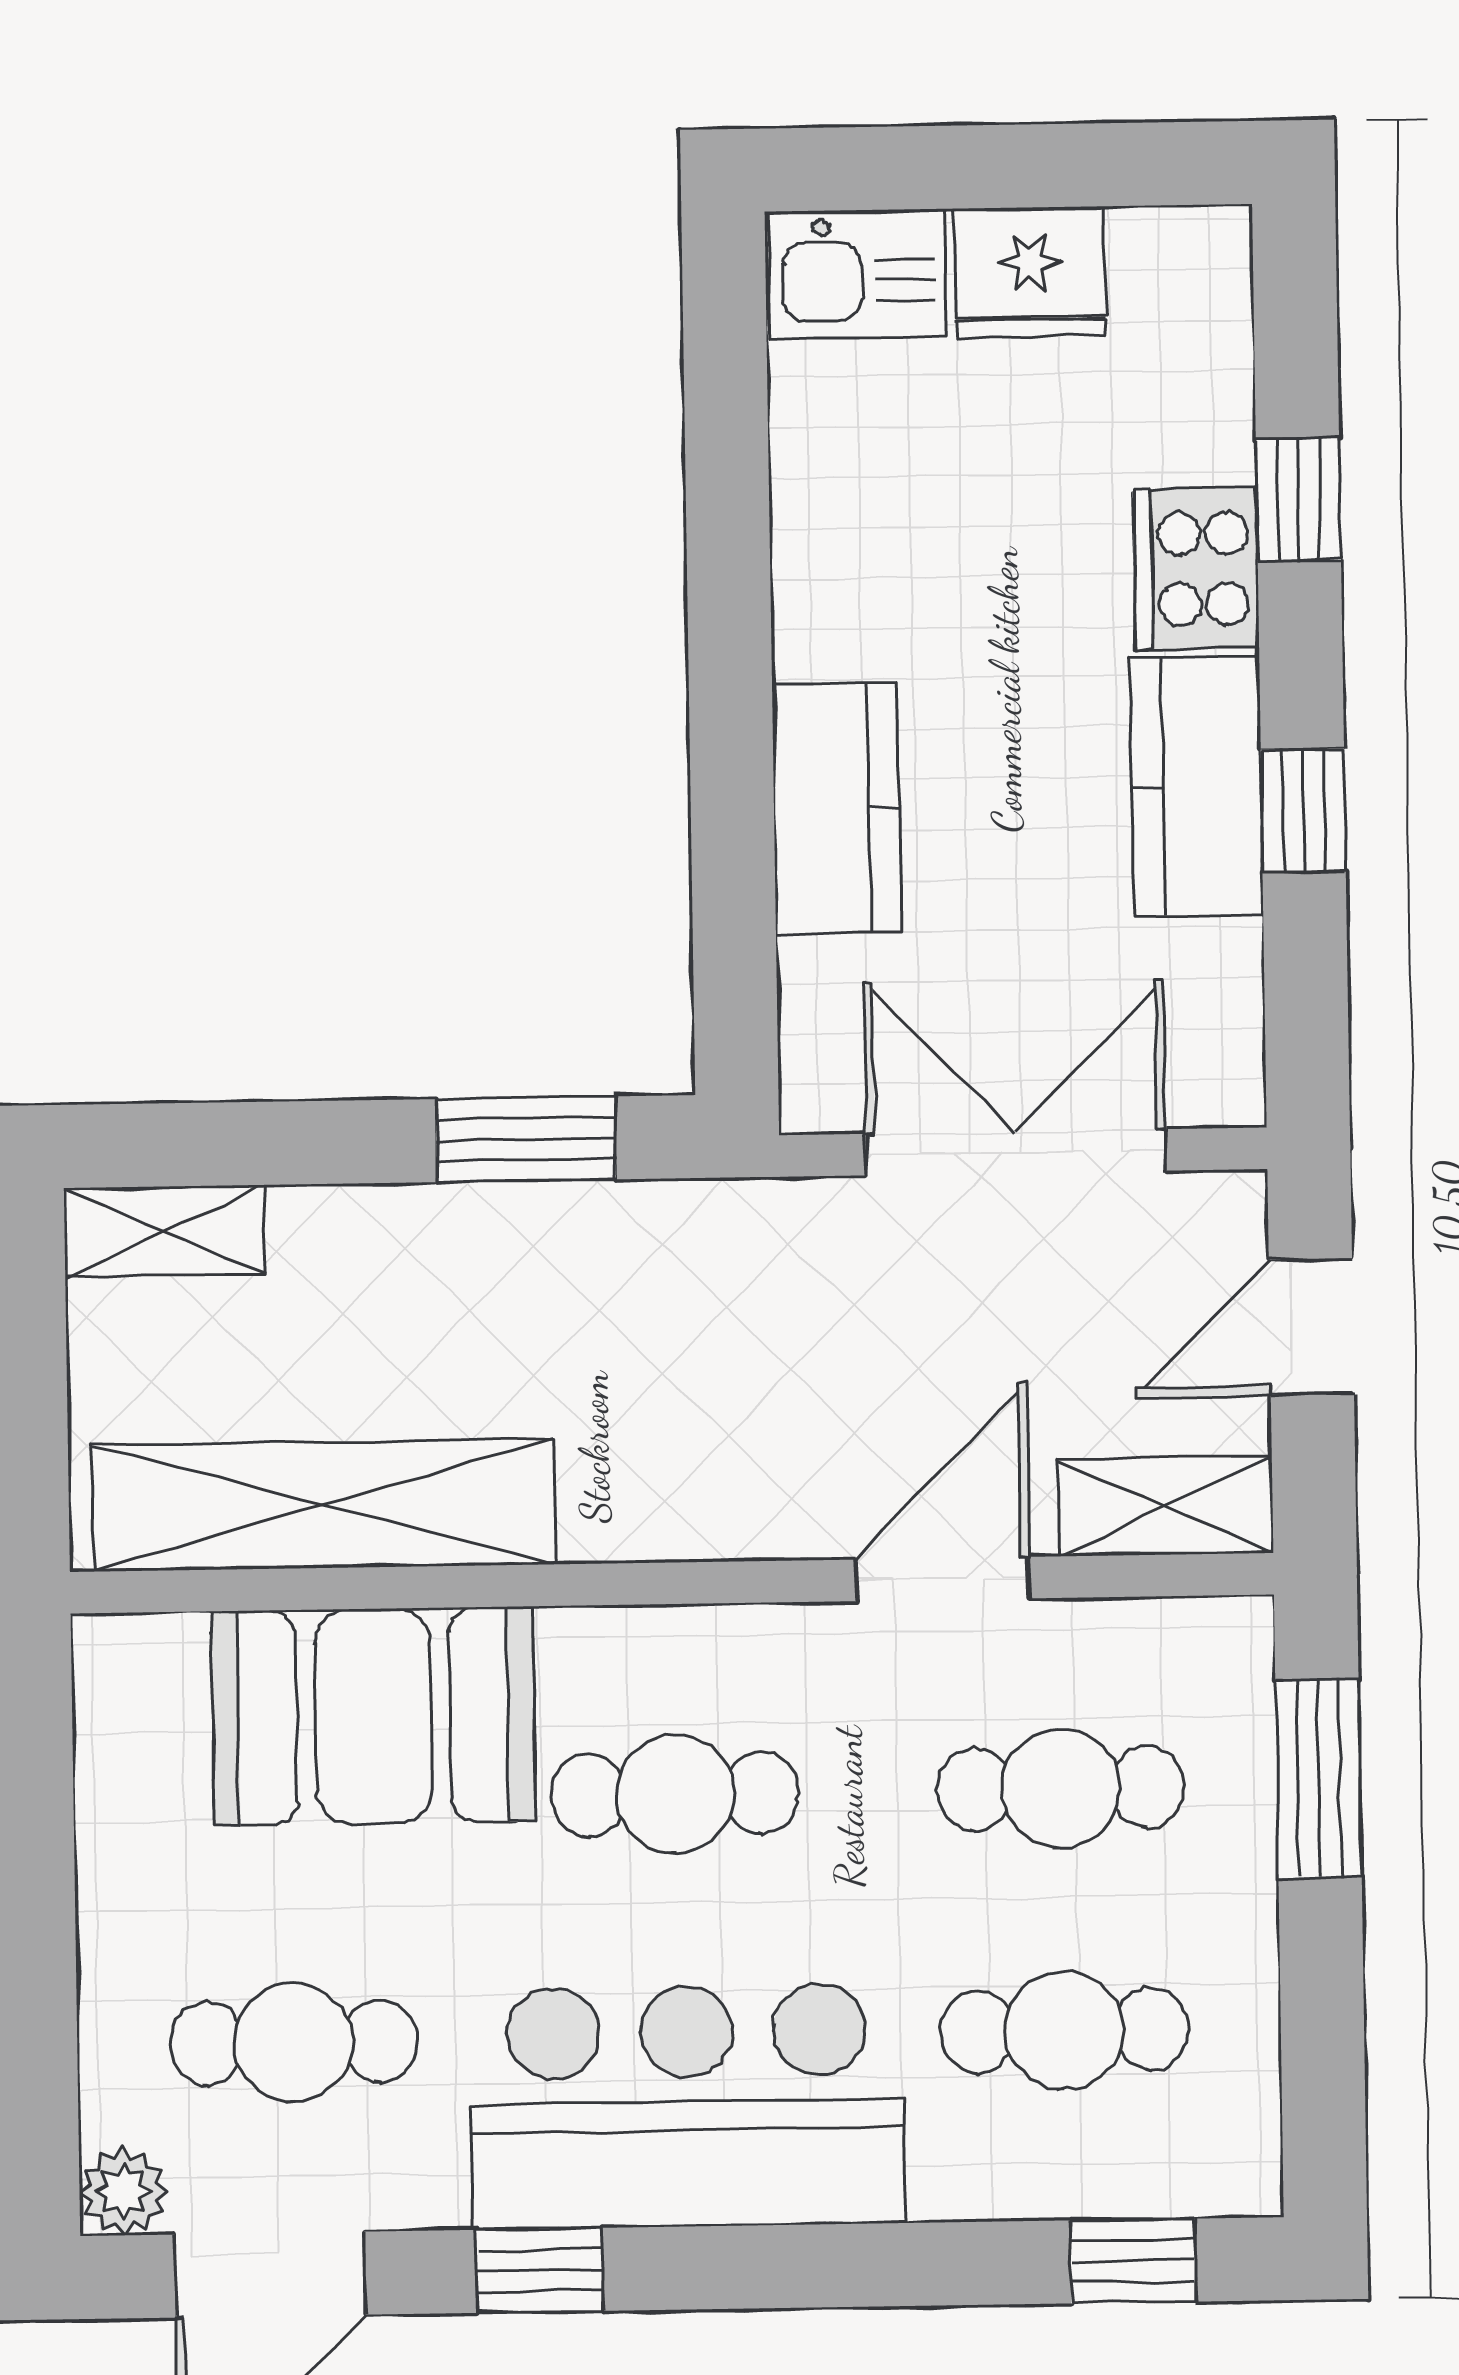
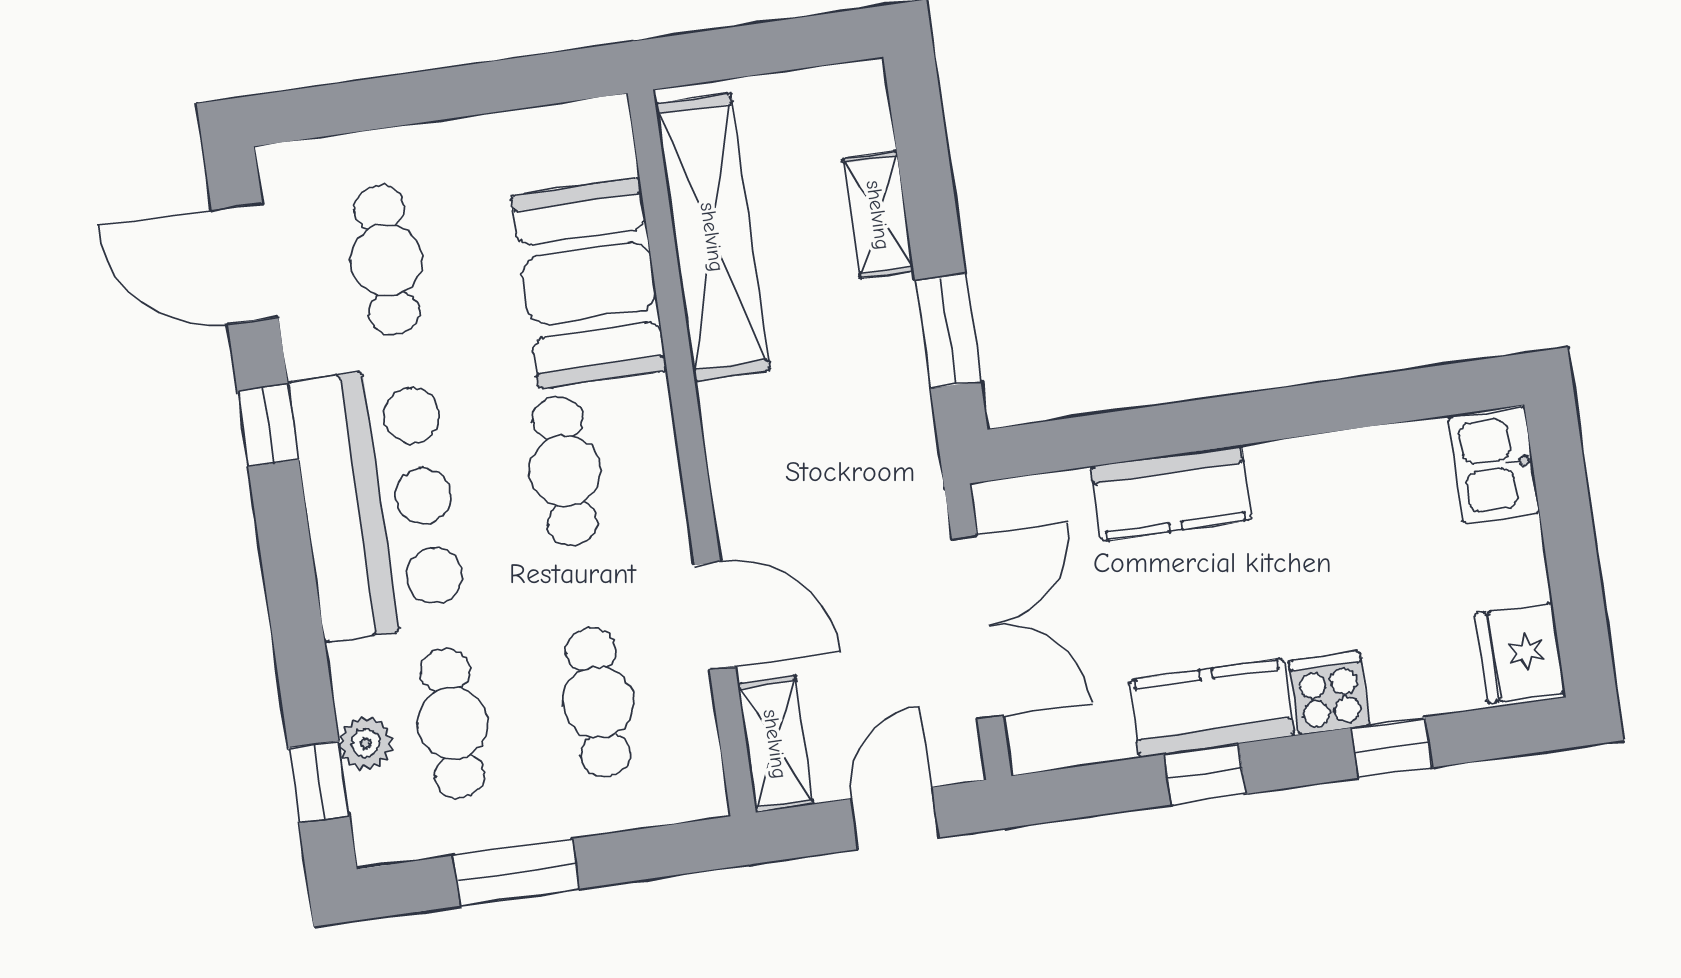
fridge: (1030, 272) -> (1520, 653), moved
cooker: (1196, 569) -> (1329, 693), width x0.73
shelving: (164, 1231) -> (878, 215), moved
door: (1311, 1327) -> (895, 818), hinge flipped
window: (1318, 1779) -> (516, 872), moved
plant: (123, 2191) -> (366, 743), moved

